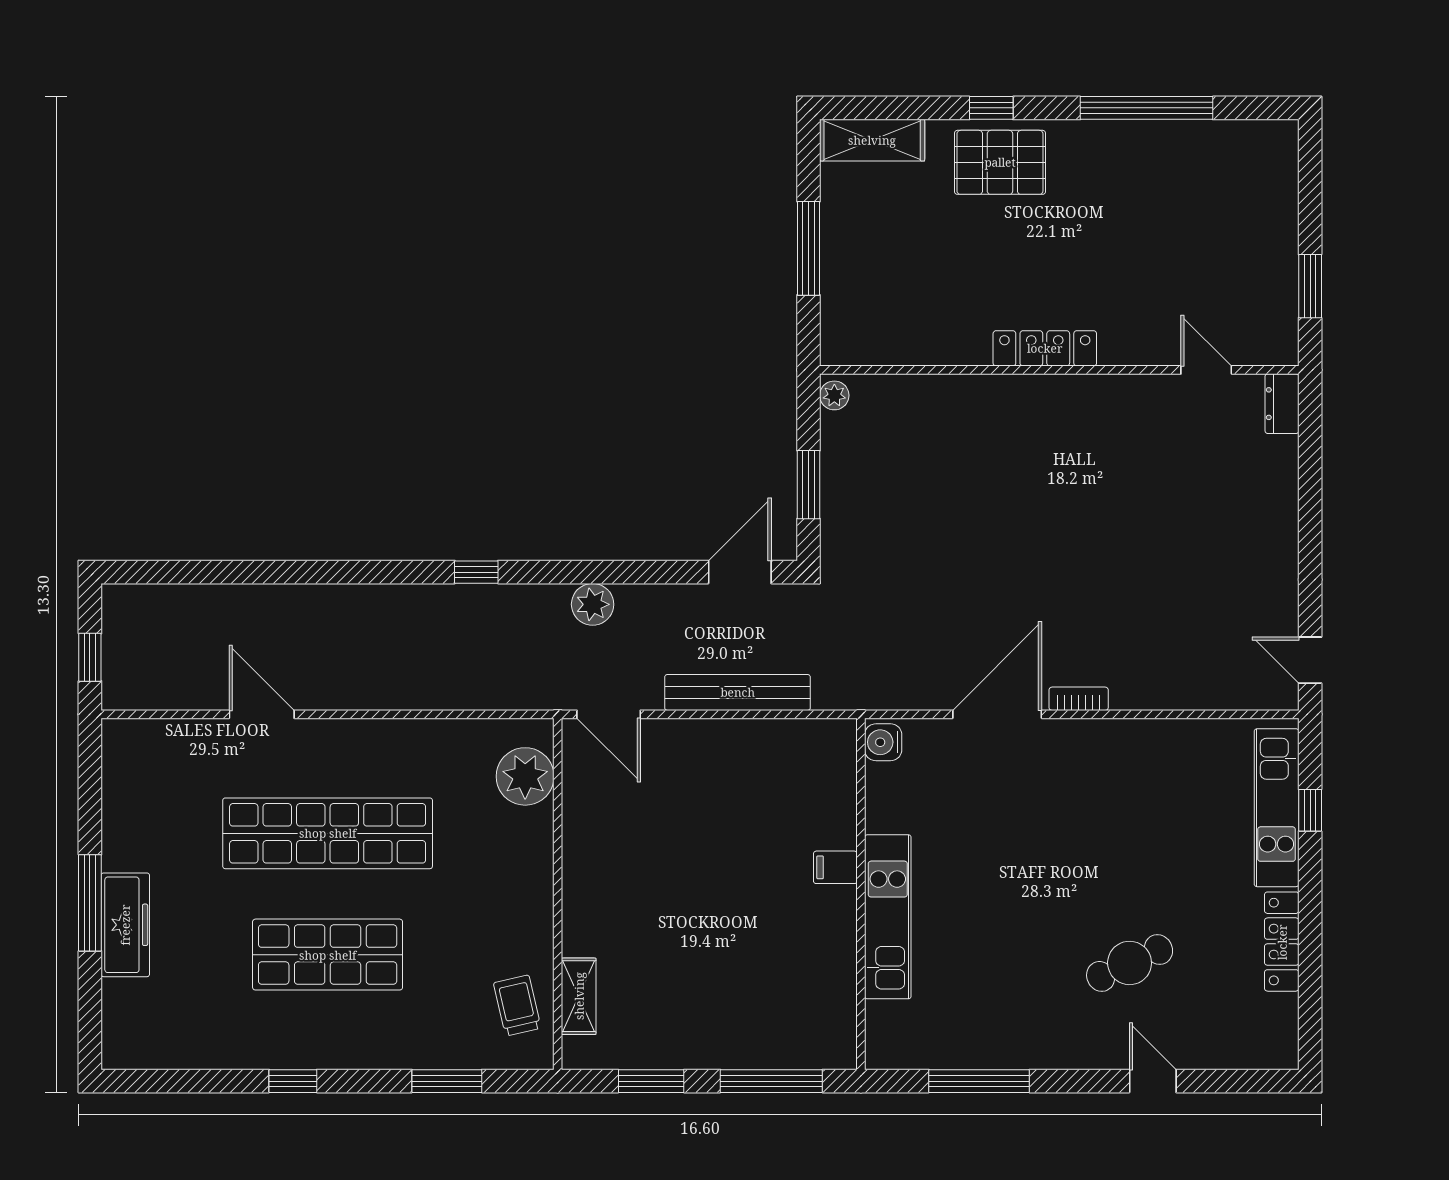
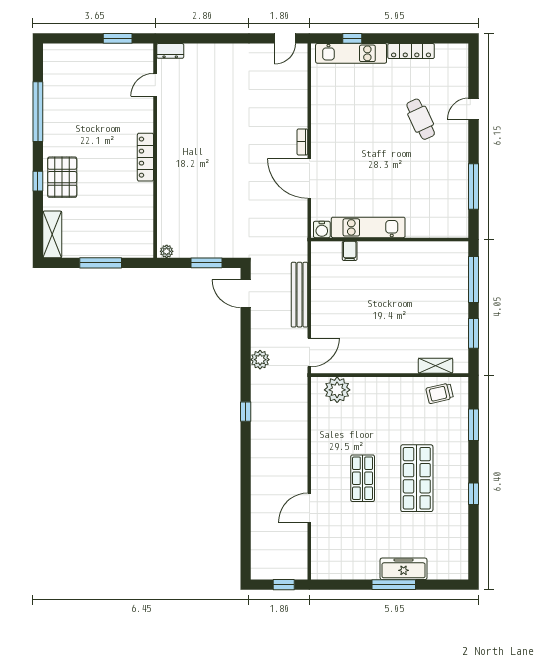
shop shelf: (328, 833) -> (363, 478), width x0.50, depth x0.74
filing cabinet: (835, 867) -> (350, 251), moved
kitchen unit: (888, 917) -> (368, 227), moved

